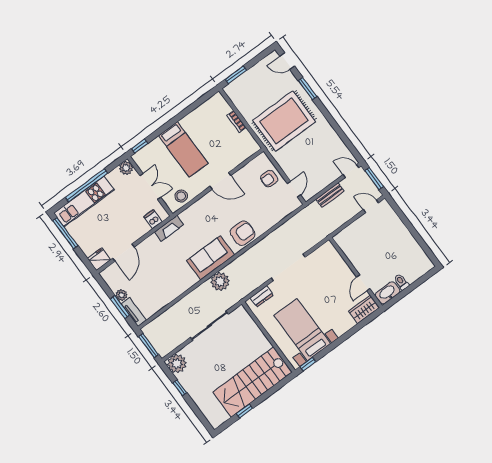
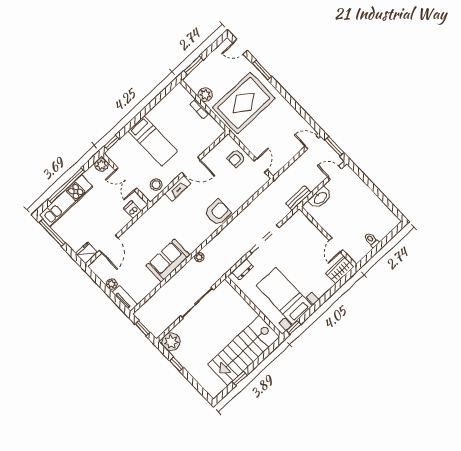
plant: (244, 107) -> (205, 95), added
double door: (150, 186) -> (126, 179), swing flipped
bench: (330, 195) -> (298, 198), moved
fireplace: (169, 228) -> (178, 188), moved
sofa: (211, 258) -> (168, 260), moved
plant: (220, 281) -> (199, 257), width x0.53, depth x0.53
washbasin: (388, 293) -> (320, 198), moved, turned 180
window: (120, 307) -> (111, 295), removed
window: (148, 346) -> (142, 328), width x0.67

